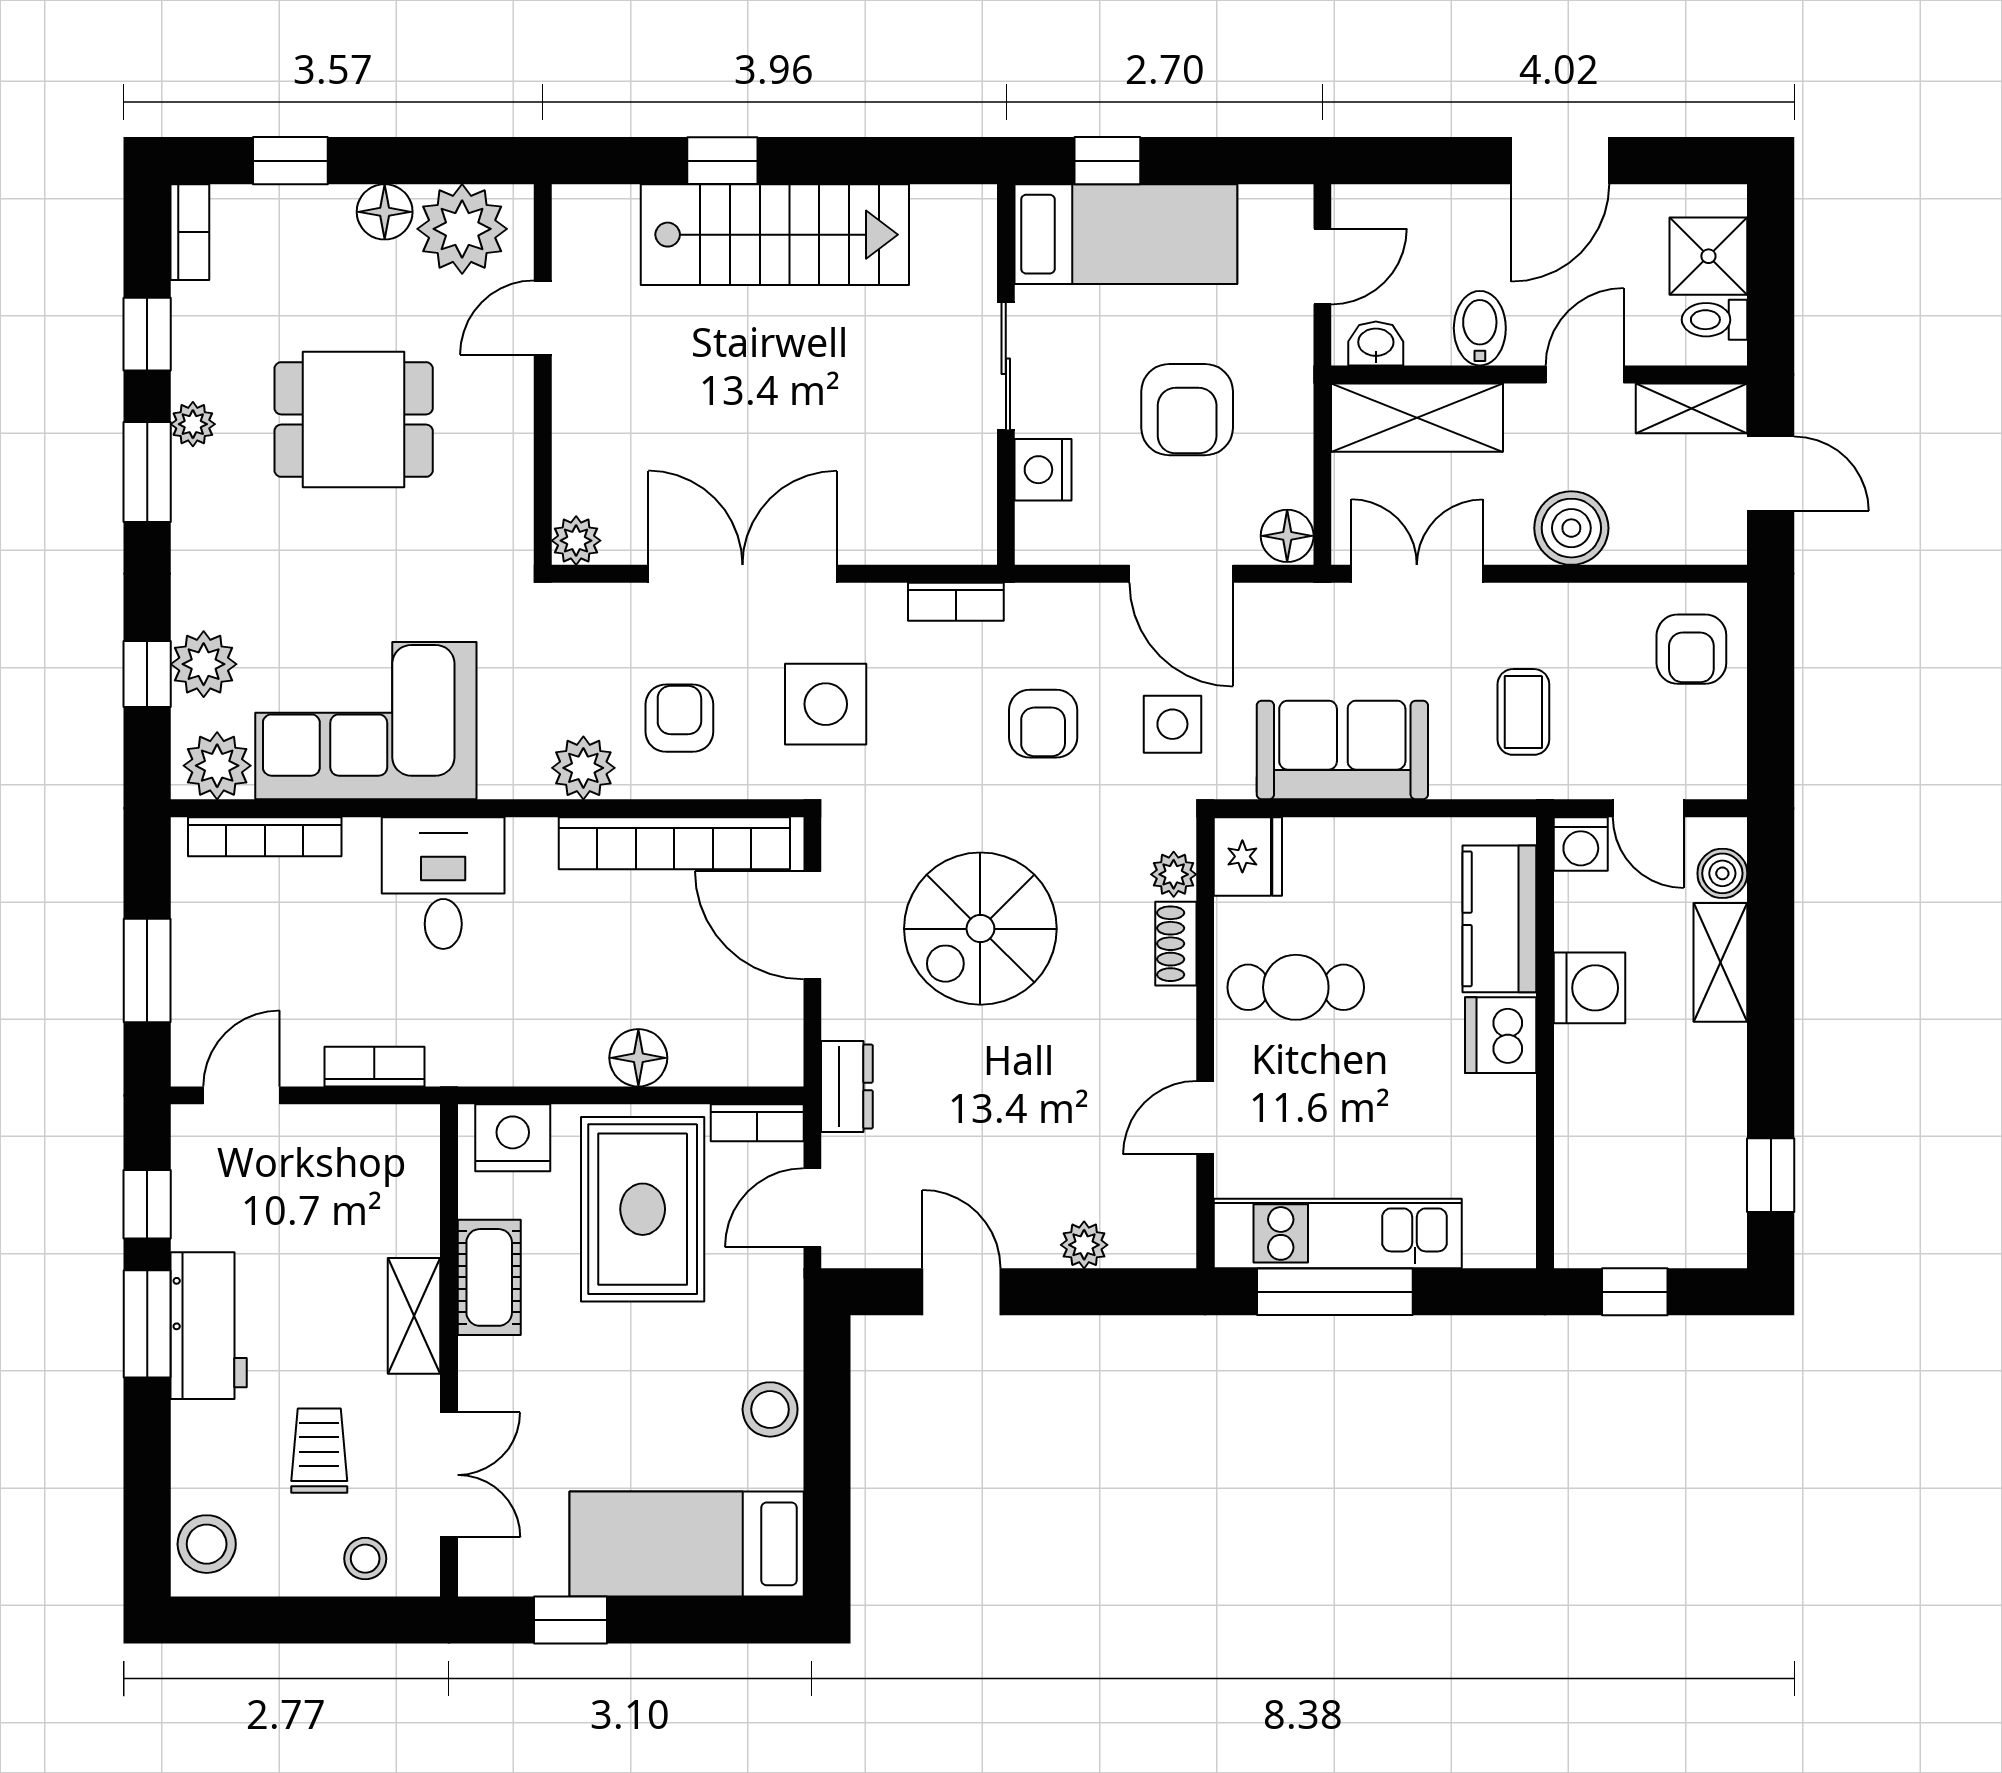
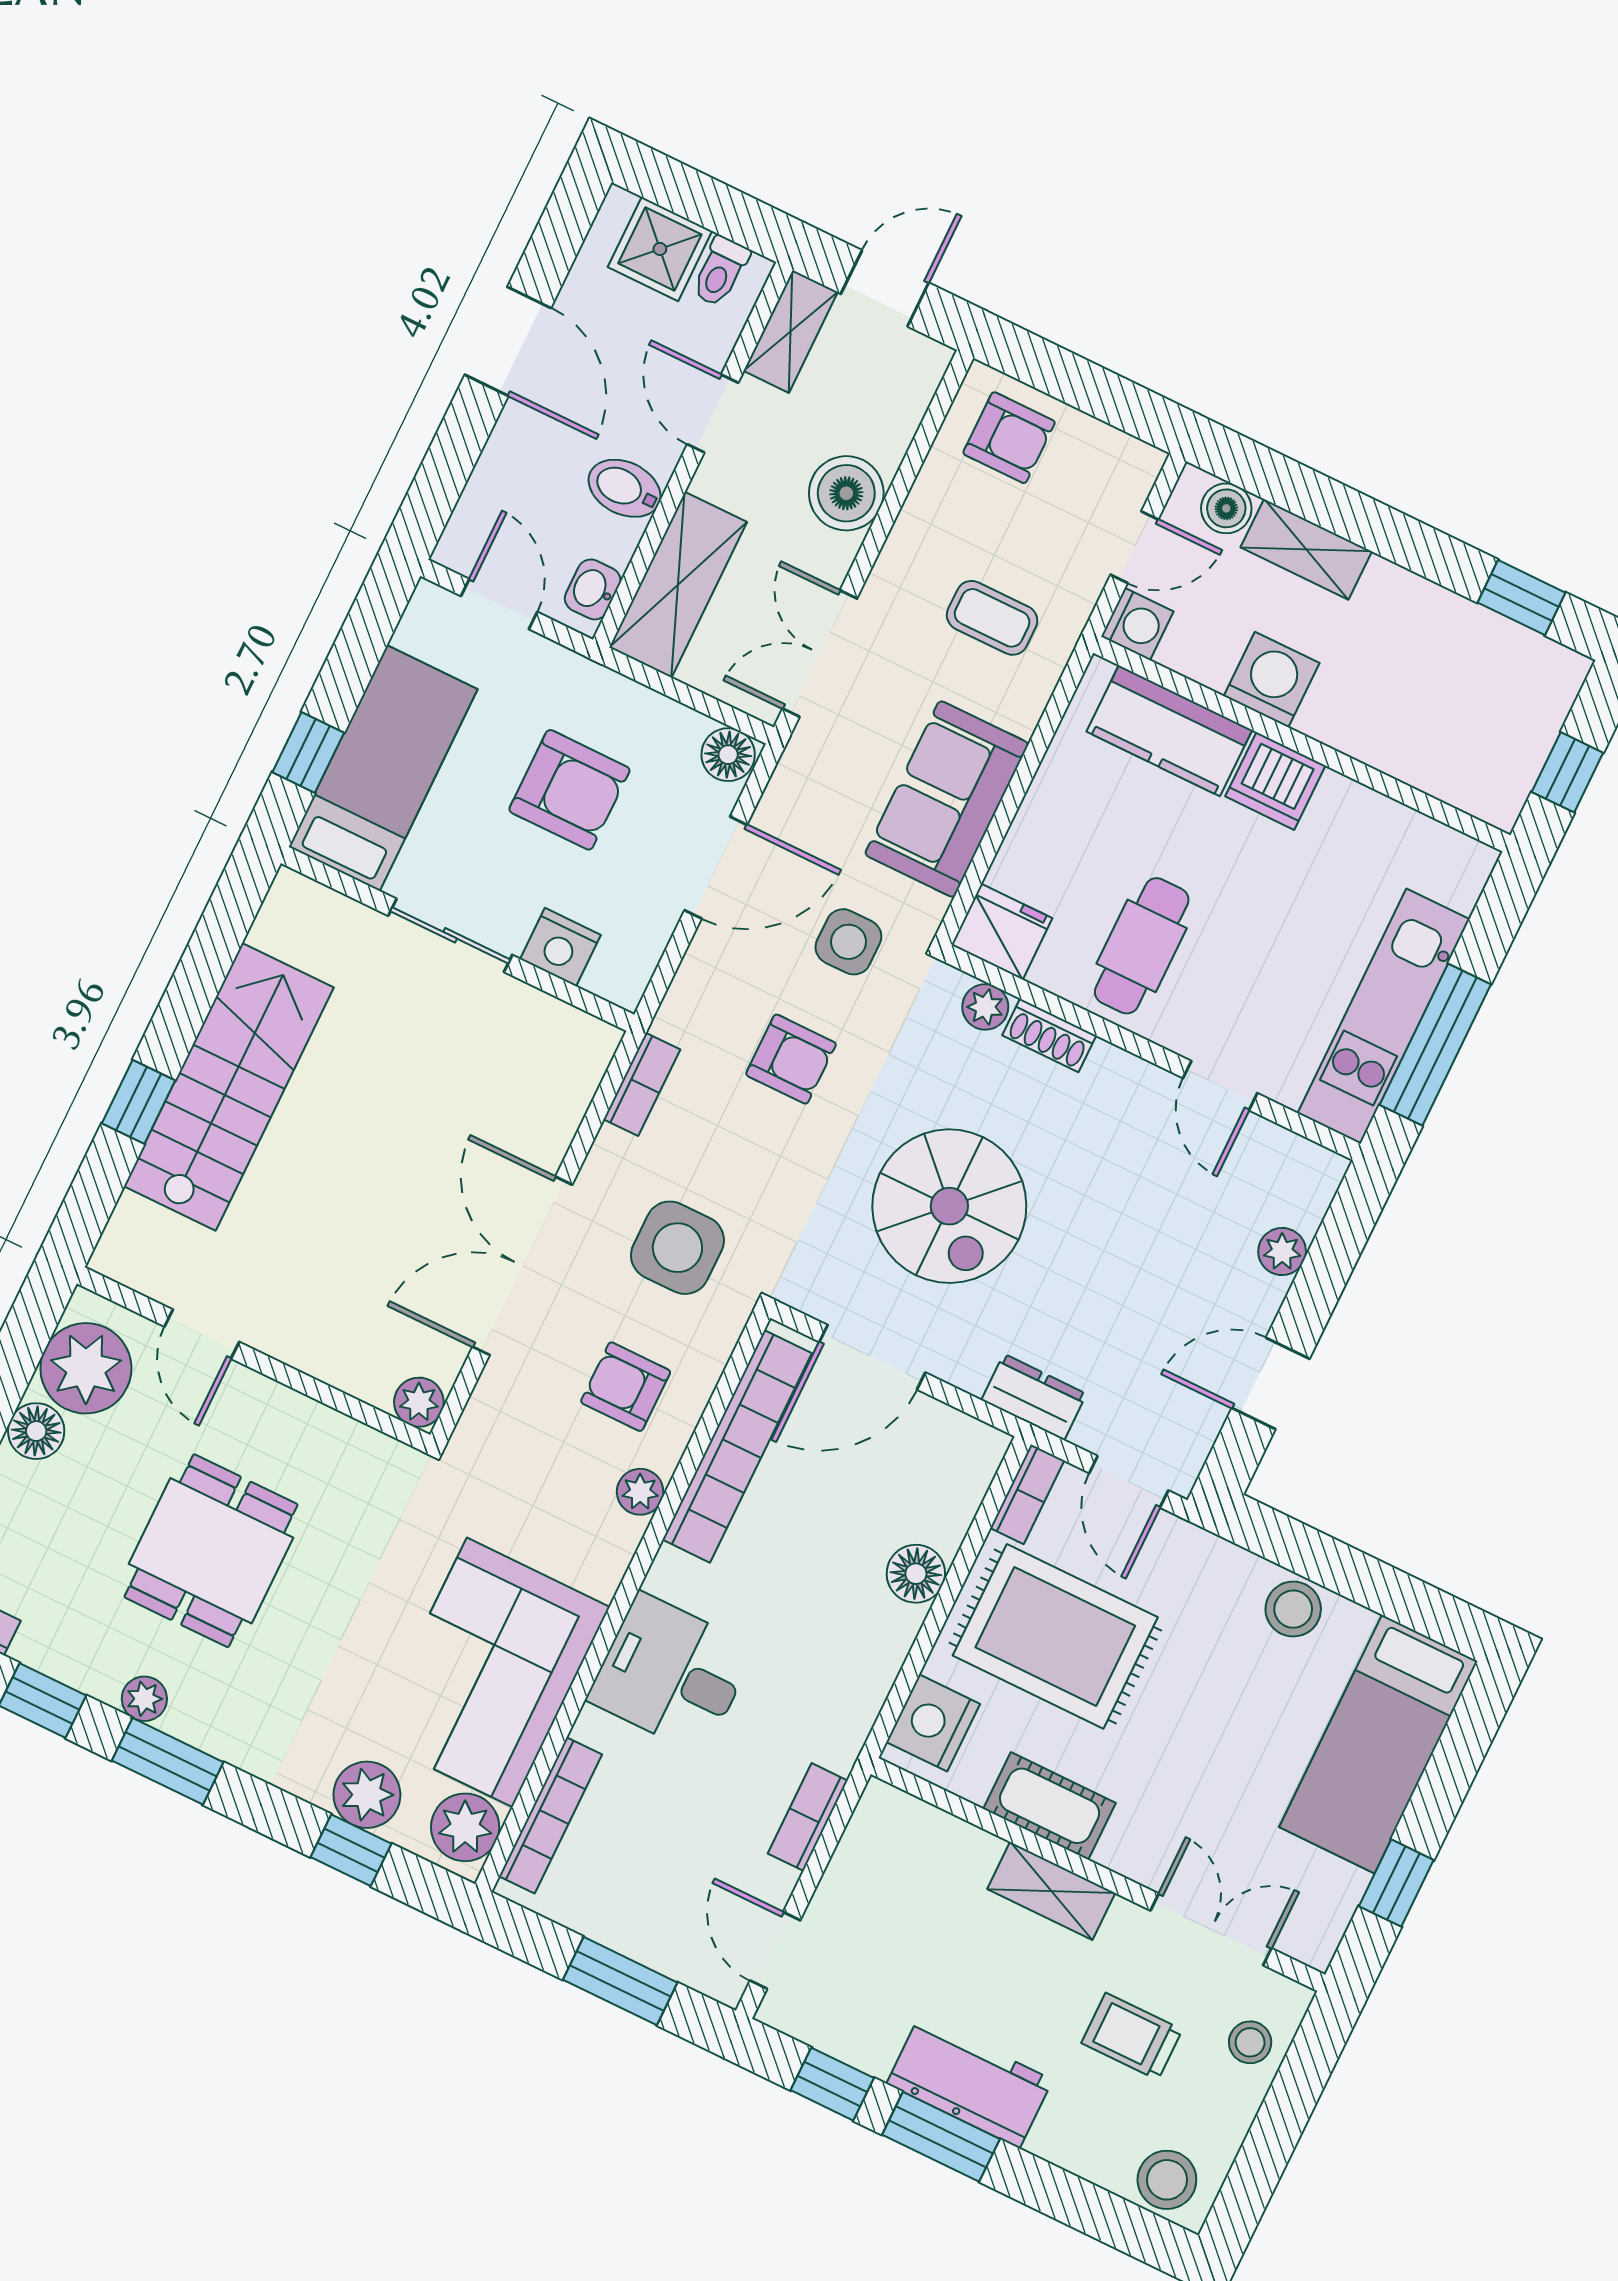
plant: (583, 768) -> (640, 1492), width x0.73, depth x0.73

